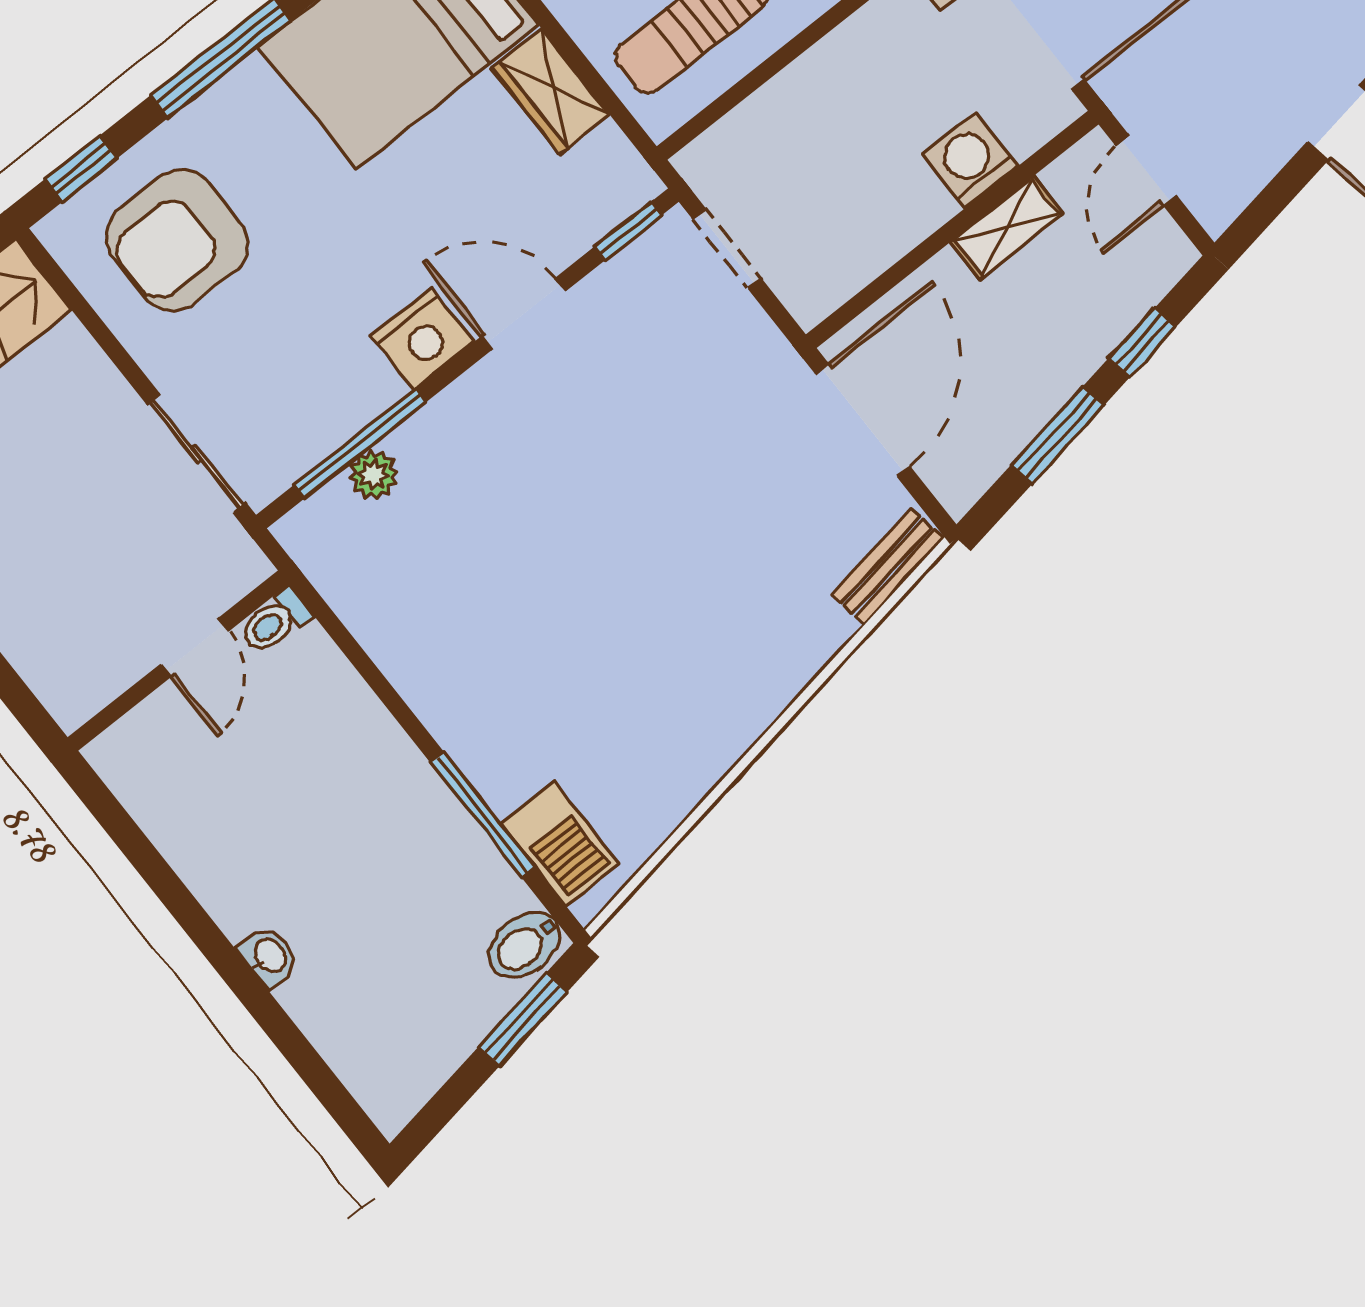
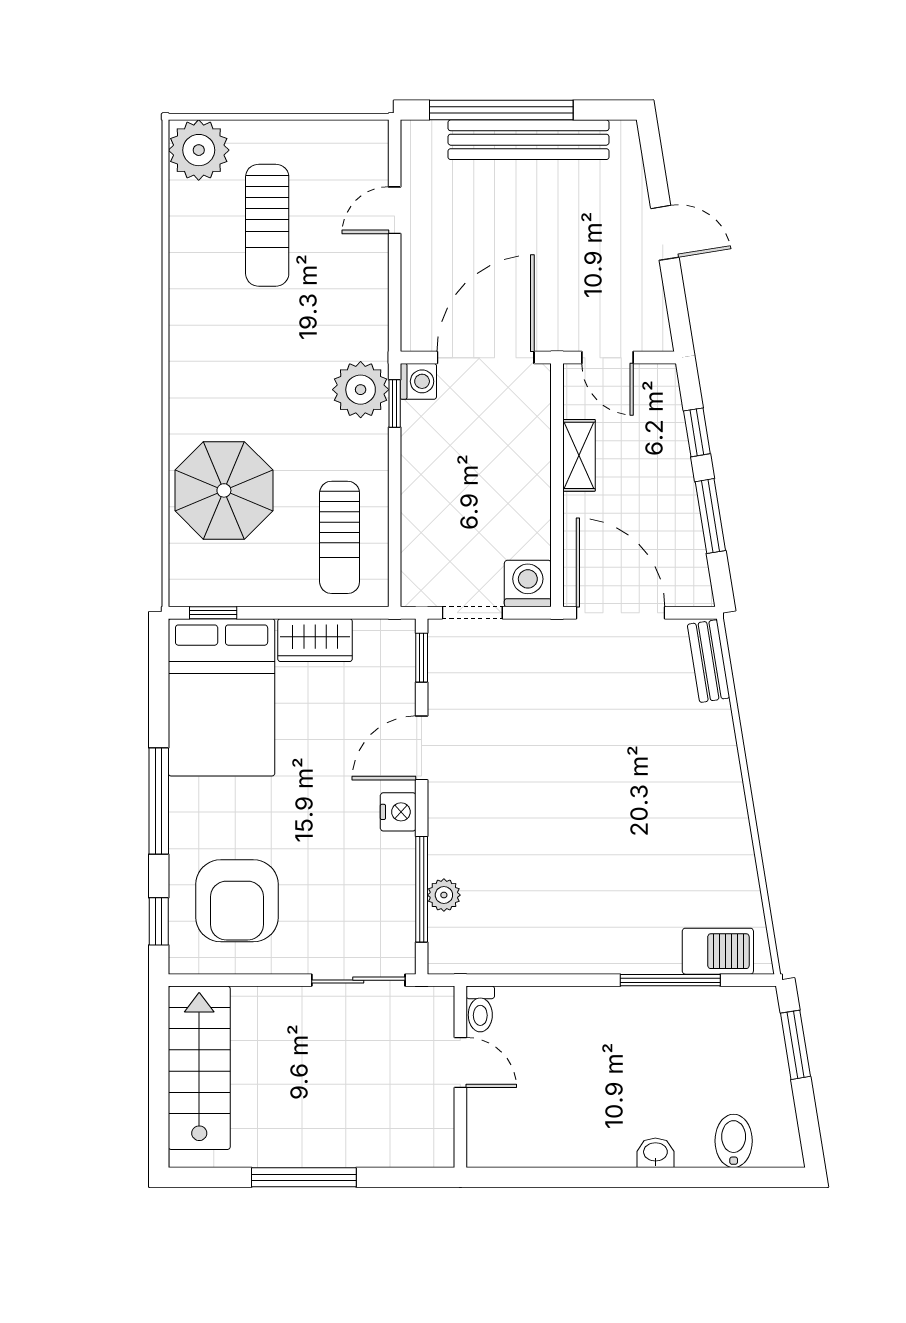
washing machine: (970, 160) -> (528, 584), moved, turned 90
nightstand: (423, 339) -> (398, 812), width x0.74, depth x0.75
bidet: (525, 945) -> (734, 1141), moved, turned 180

